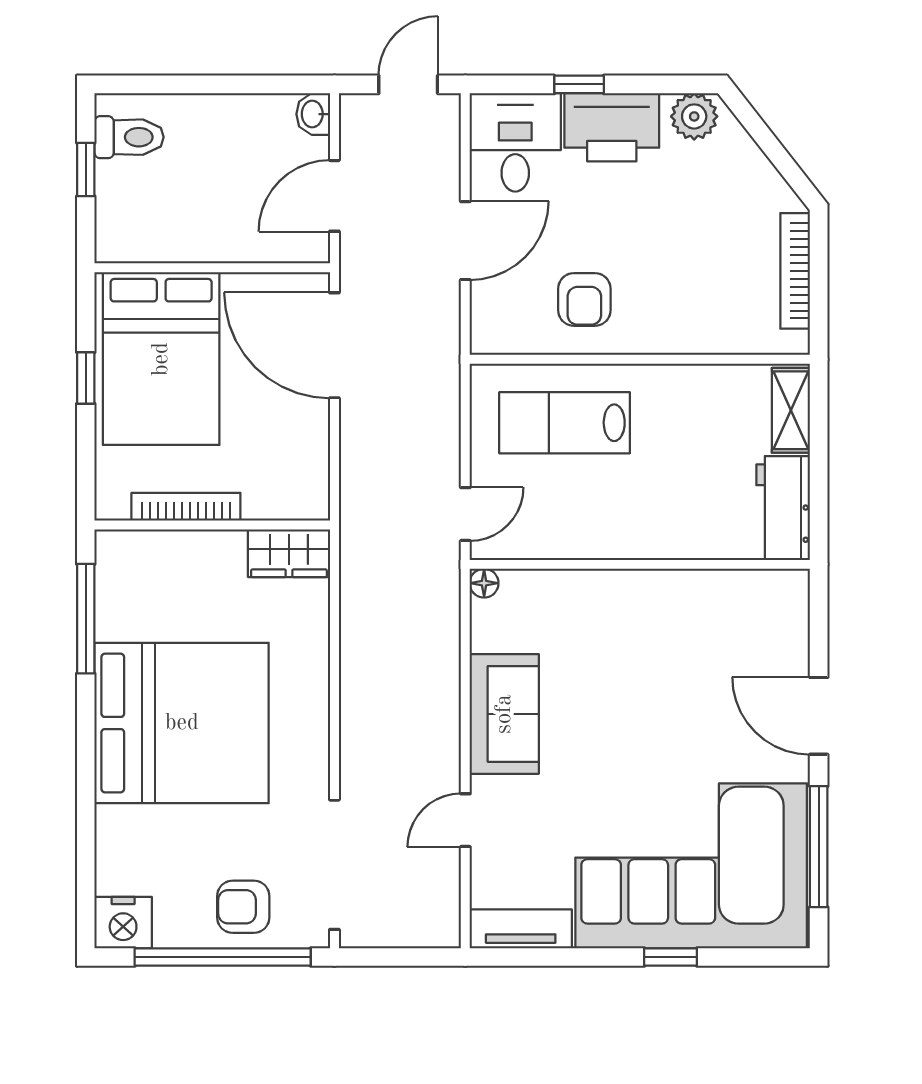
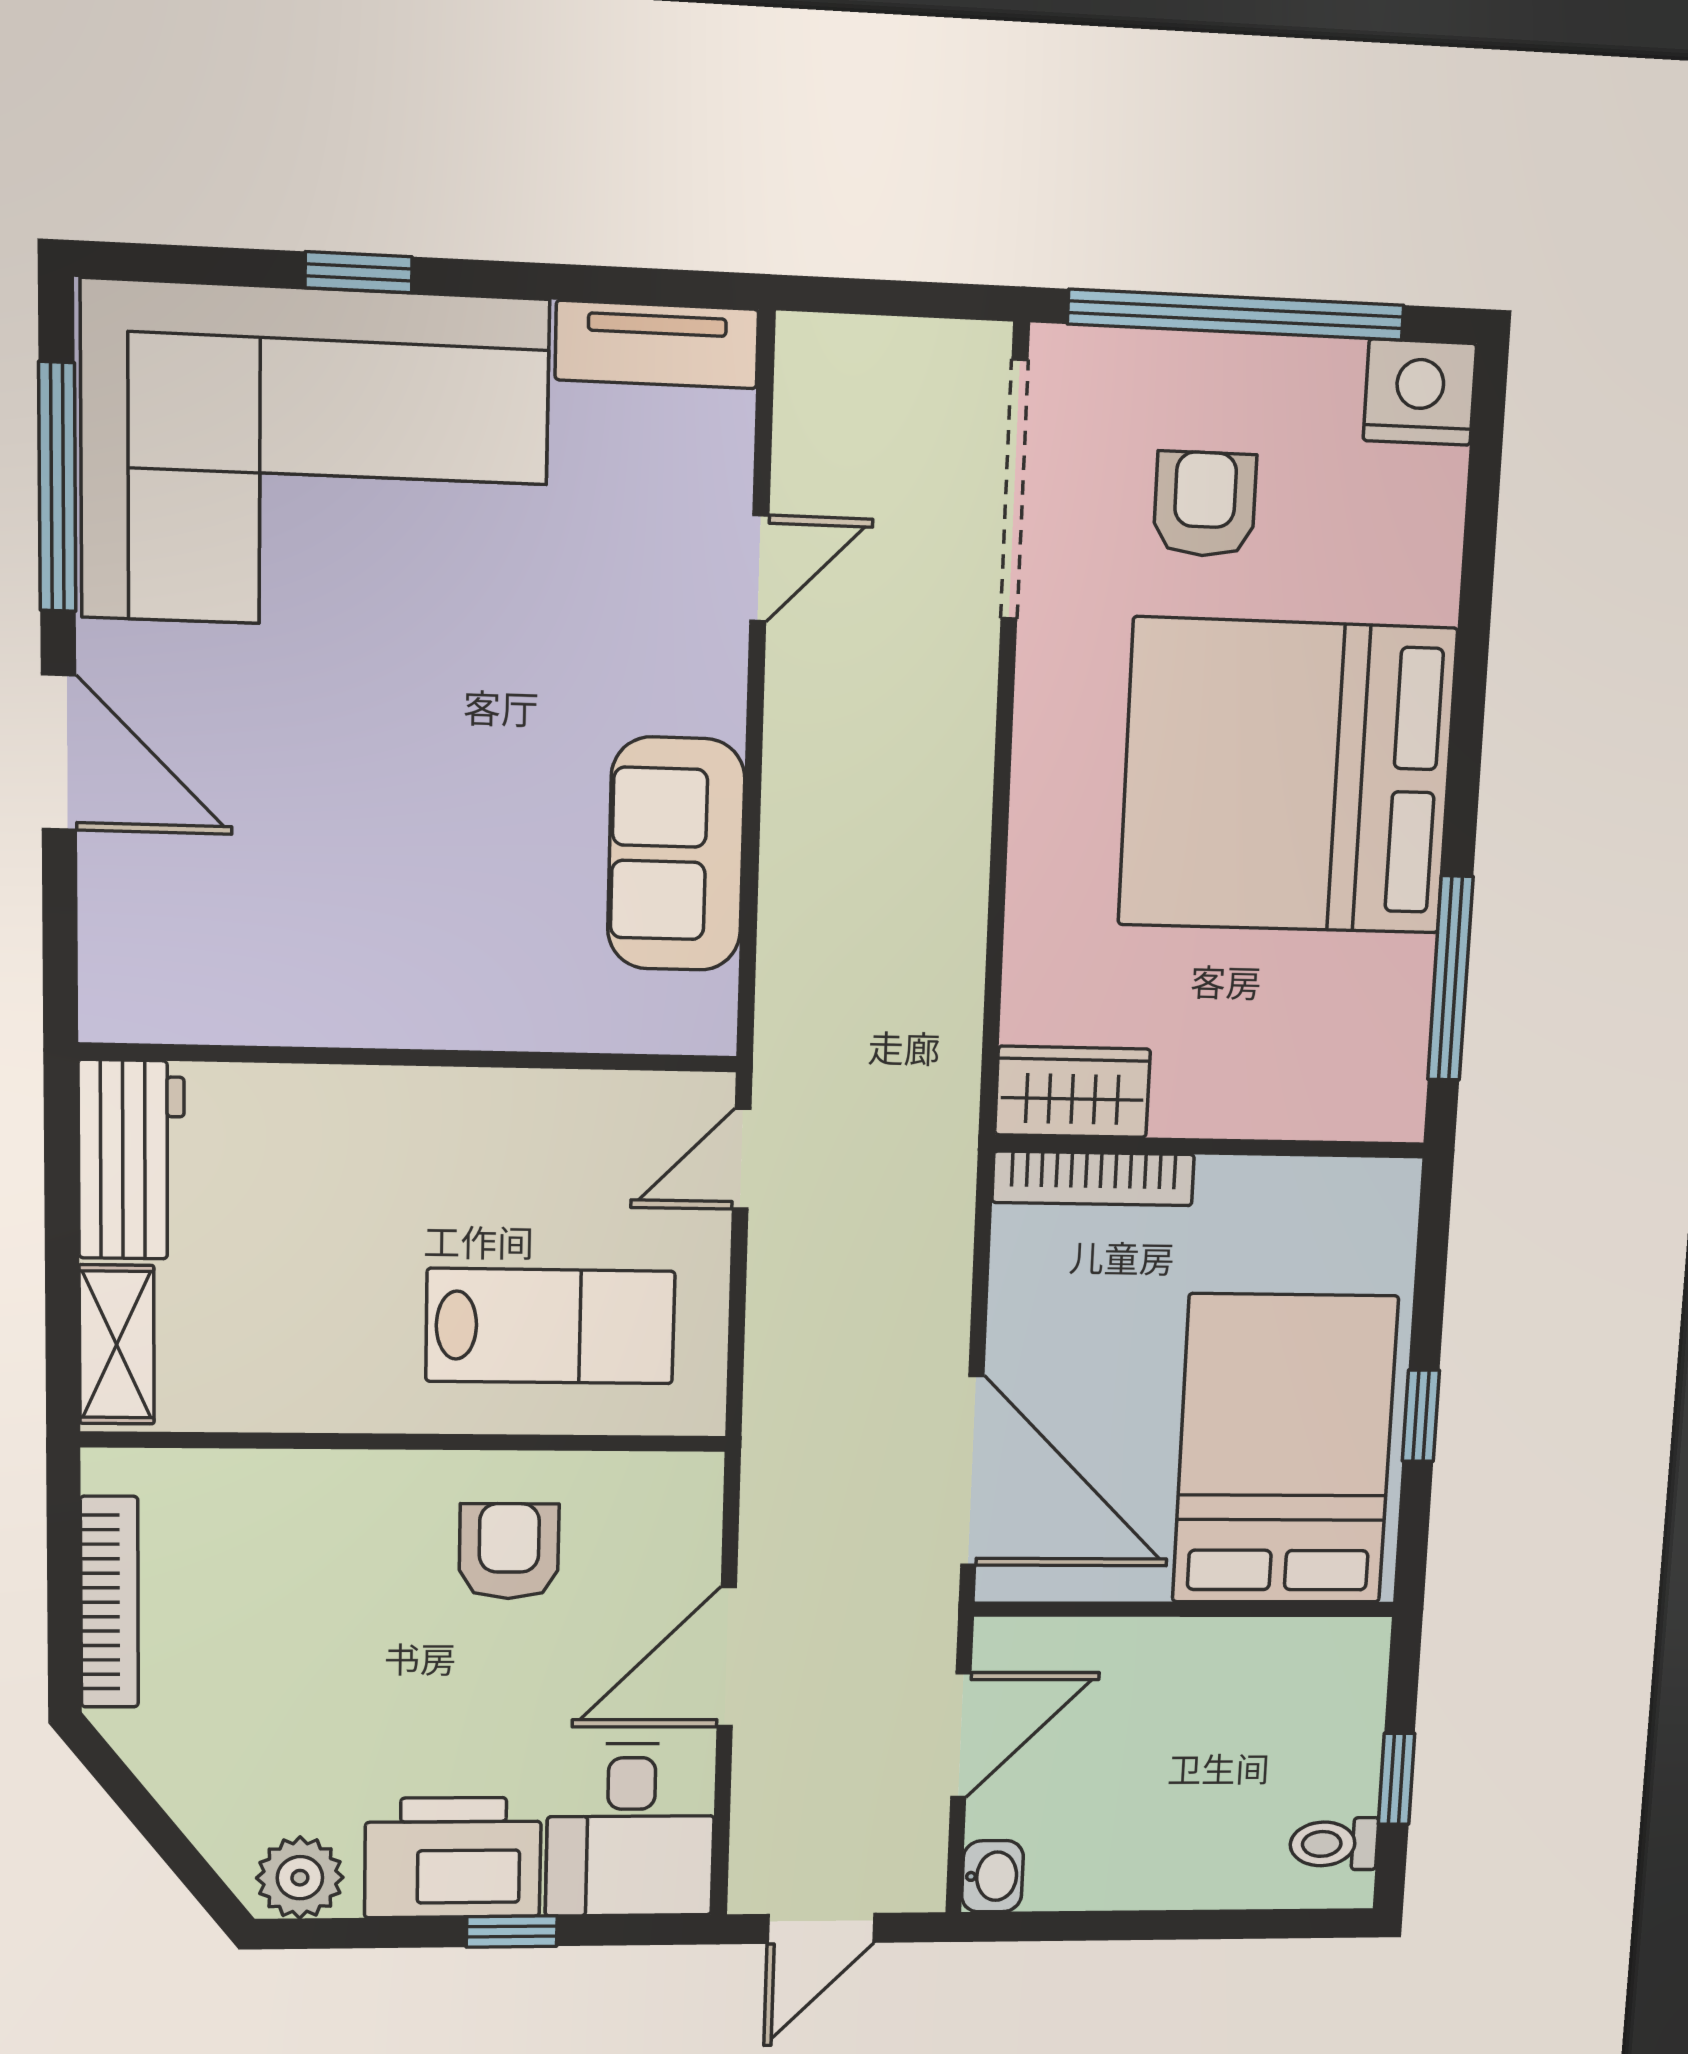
toilet: (129, 137) -> (1334, 1844), width x0.73, depth x0.72
bookcase: (186, 507) -> (1093, 1178), moved
floor lamp: (484, 583) -> (710, 1028), removed
sofa: (504, 714) -> (676, 854), moved
armchair: (243, 907) -> (1205, 504), moved, turned -90

